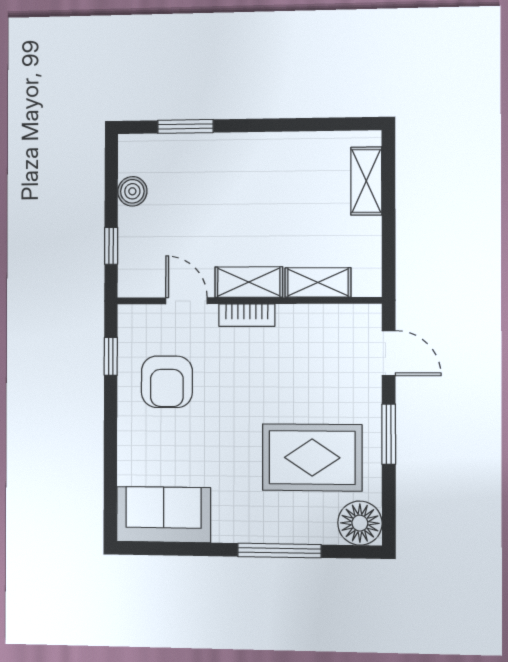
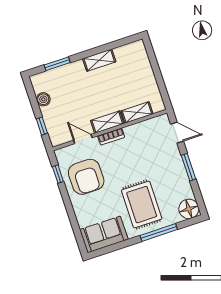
shelving: (366, 181) -> (99, 60), moved, turned 90
armchair: (167, 382) -> (86, 177), width x1.36, depth x1.36
rug: (312, 458) -> (142, 205), moved, turned 90

